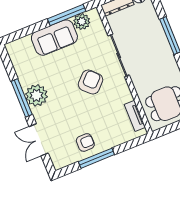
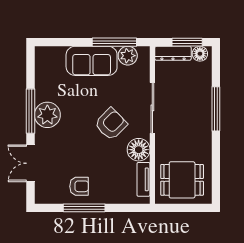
floor lamp: (121, 94) -> (139, 150), added

